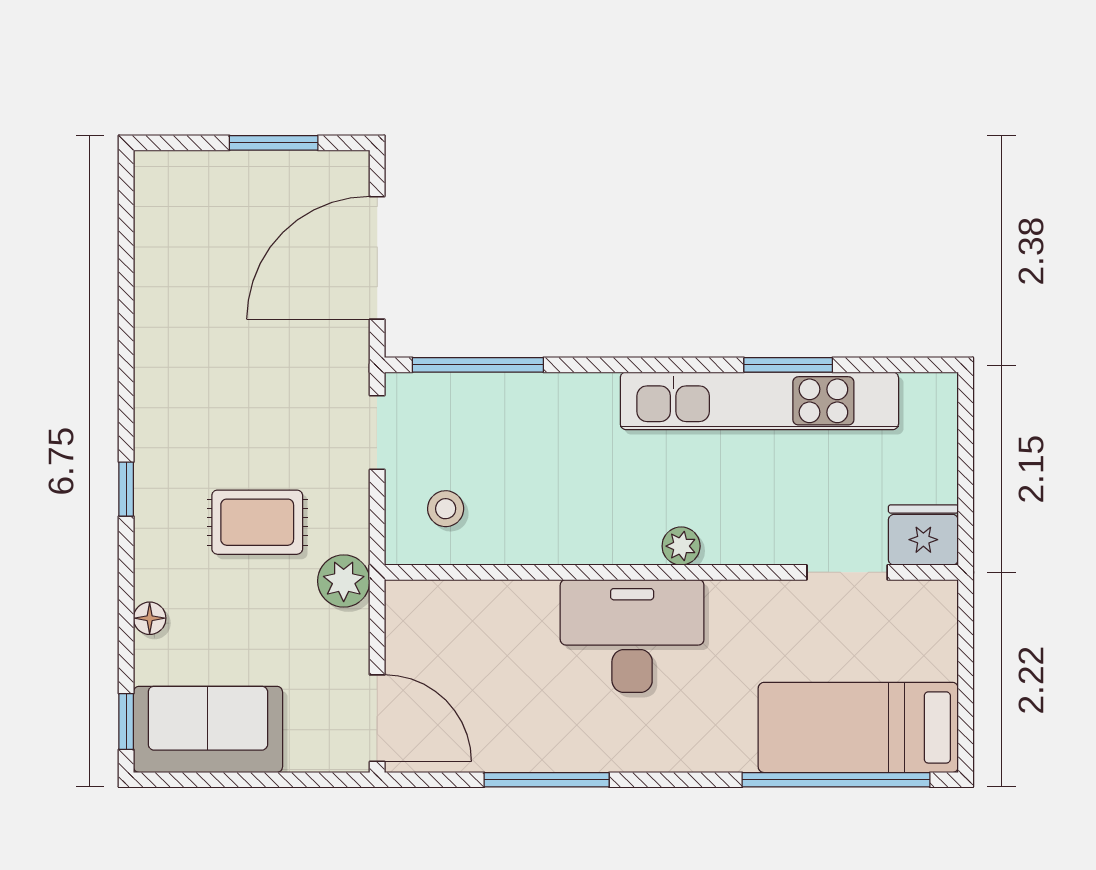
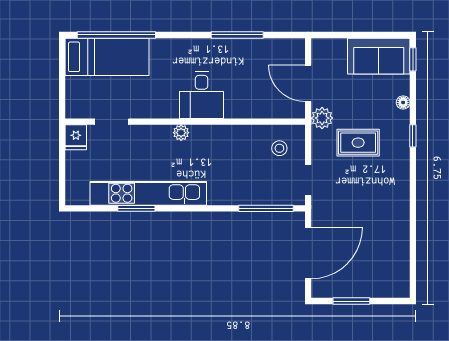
window: (126, 489) -> (413, 136), moved
fridge: (923, 535) -> (76, 137), width x0.72
desk: (632, 636) -> (202, 95), width x0.73
door: (377, 718) -> (308, 83), moved

